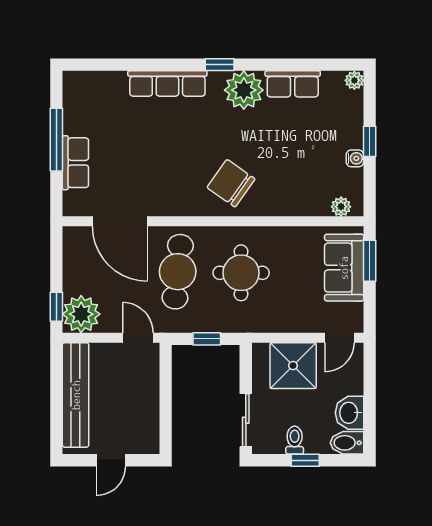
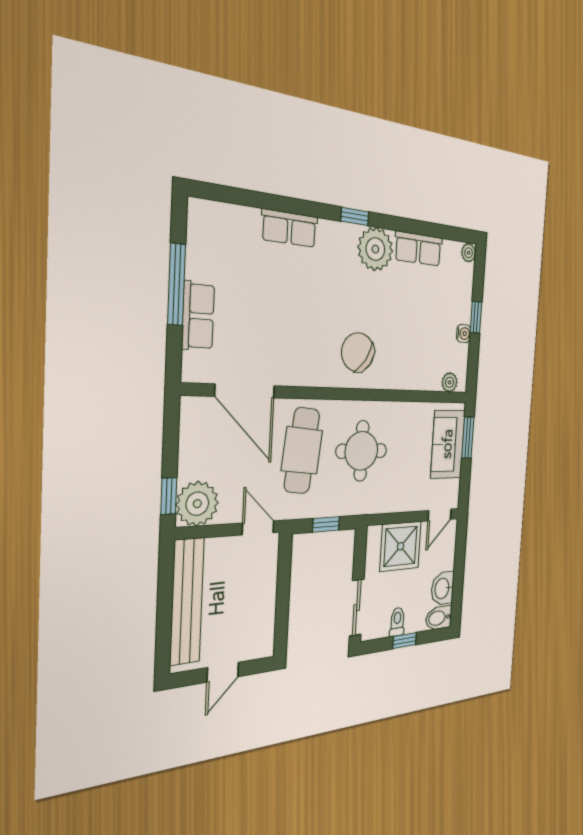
row of seats: (167, 83) -> (290, 228), width x0.68

